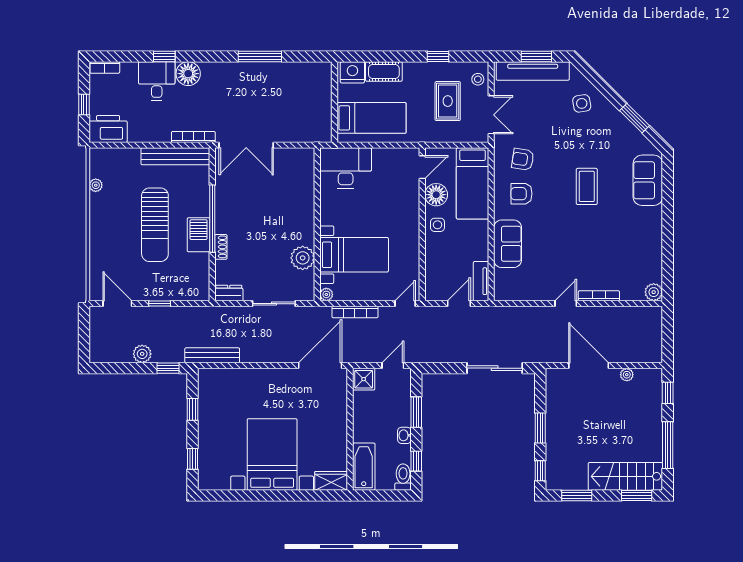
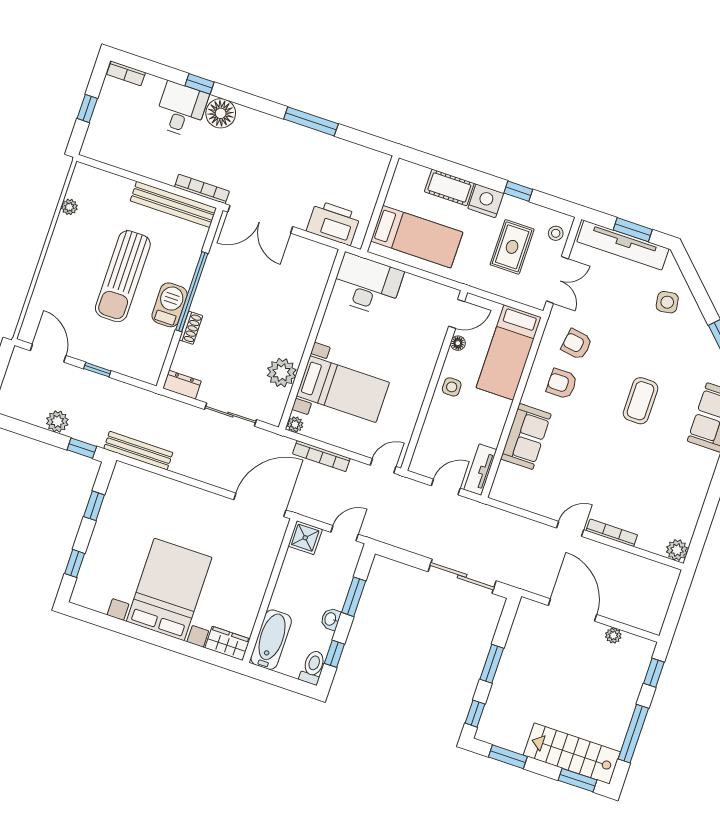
nightstand: (352, 72) -> (486, 201), moved
printer: (108, 129) -> (333, 223), moved
floor lamp: (436, 195) -> (458, 343), width x0.53, depth x0.53

